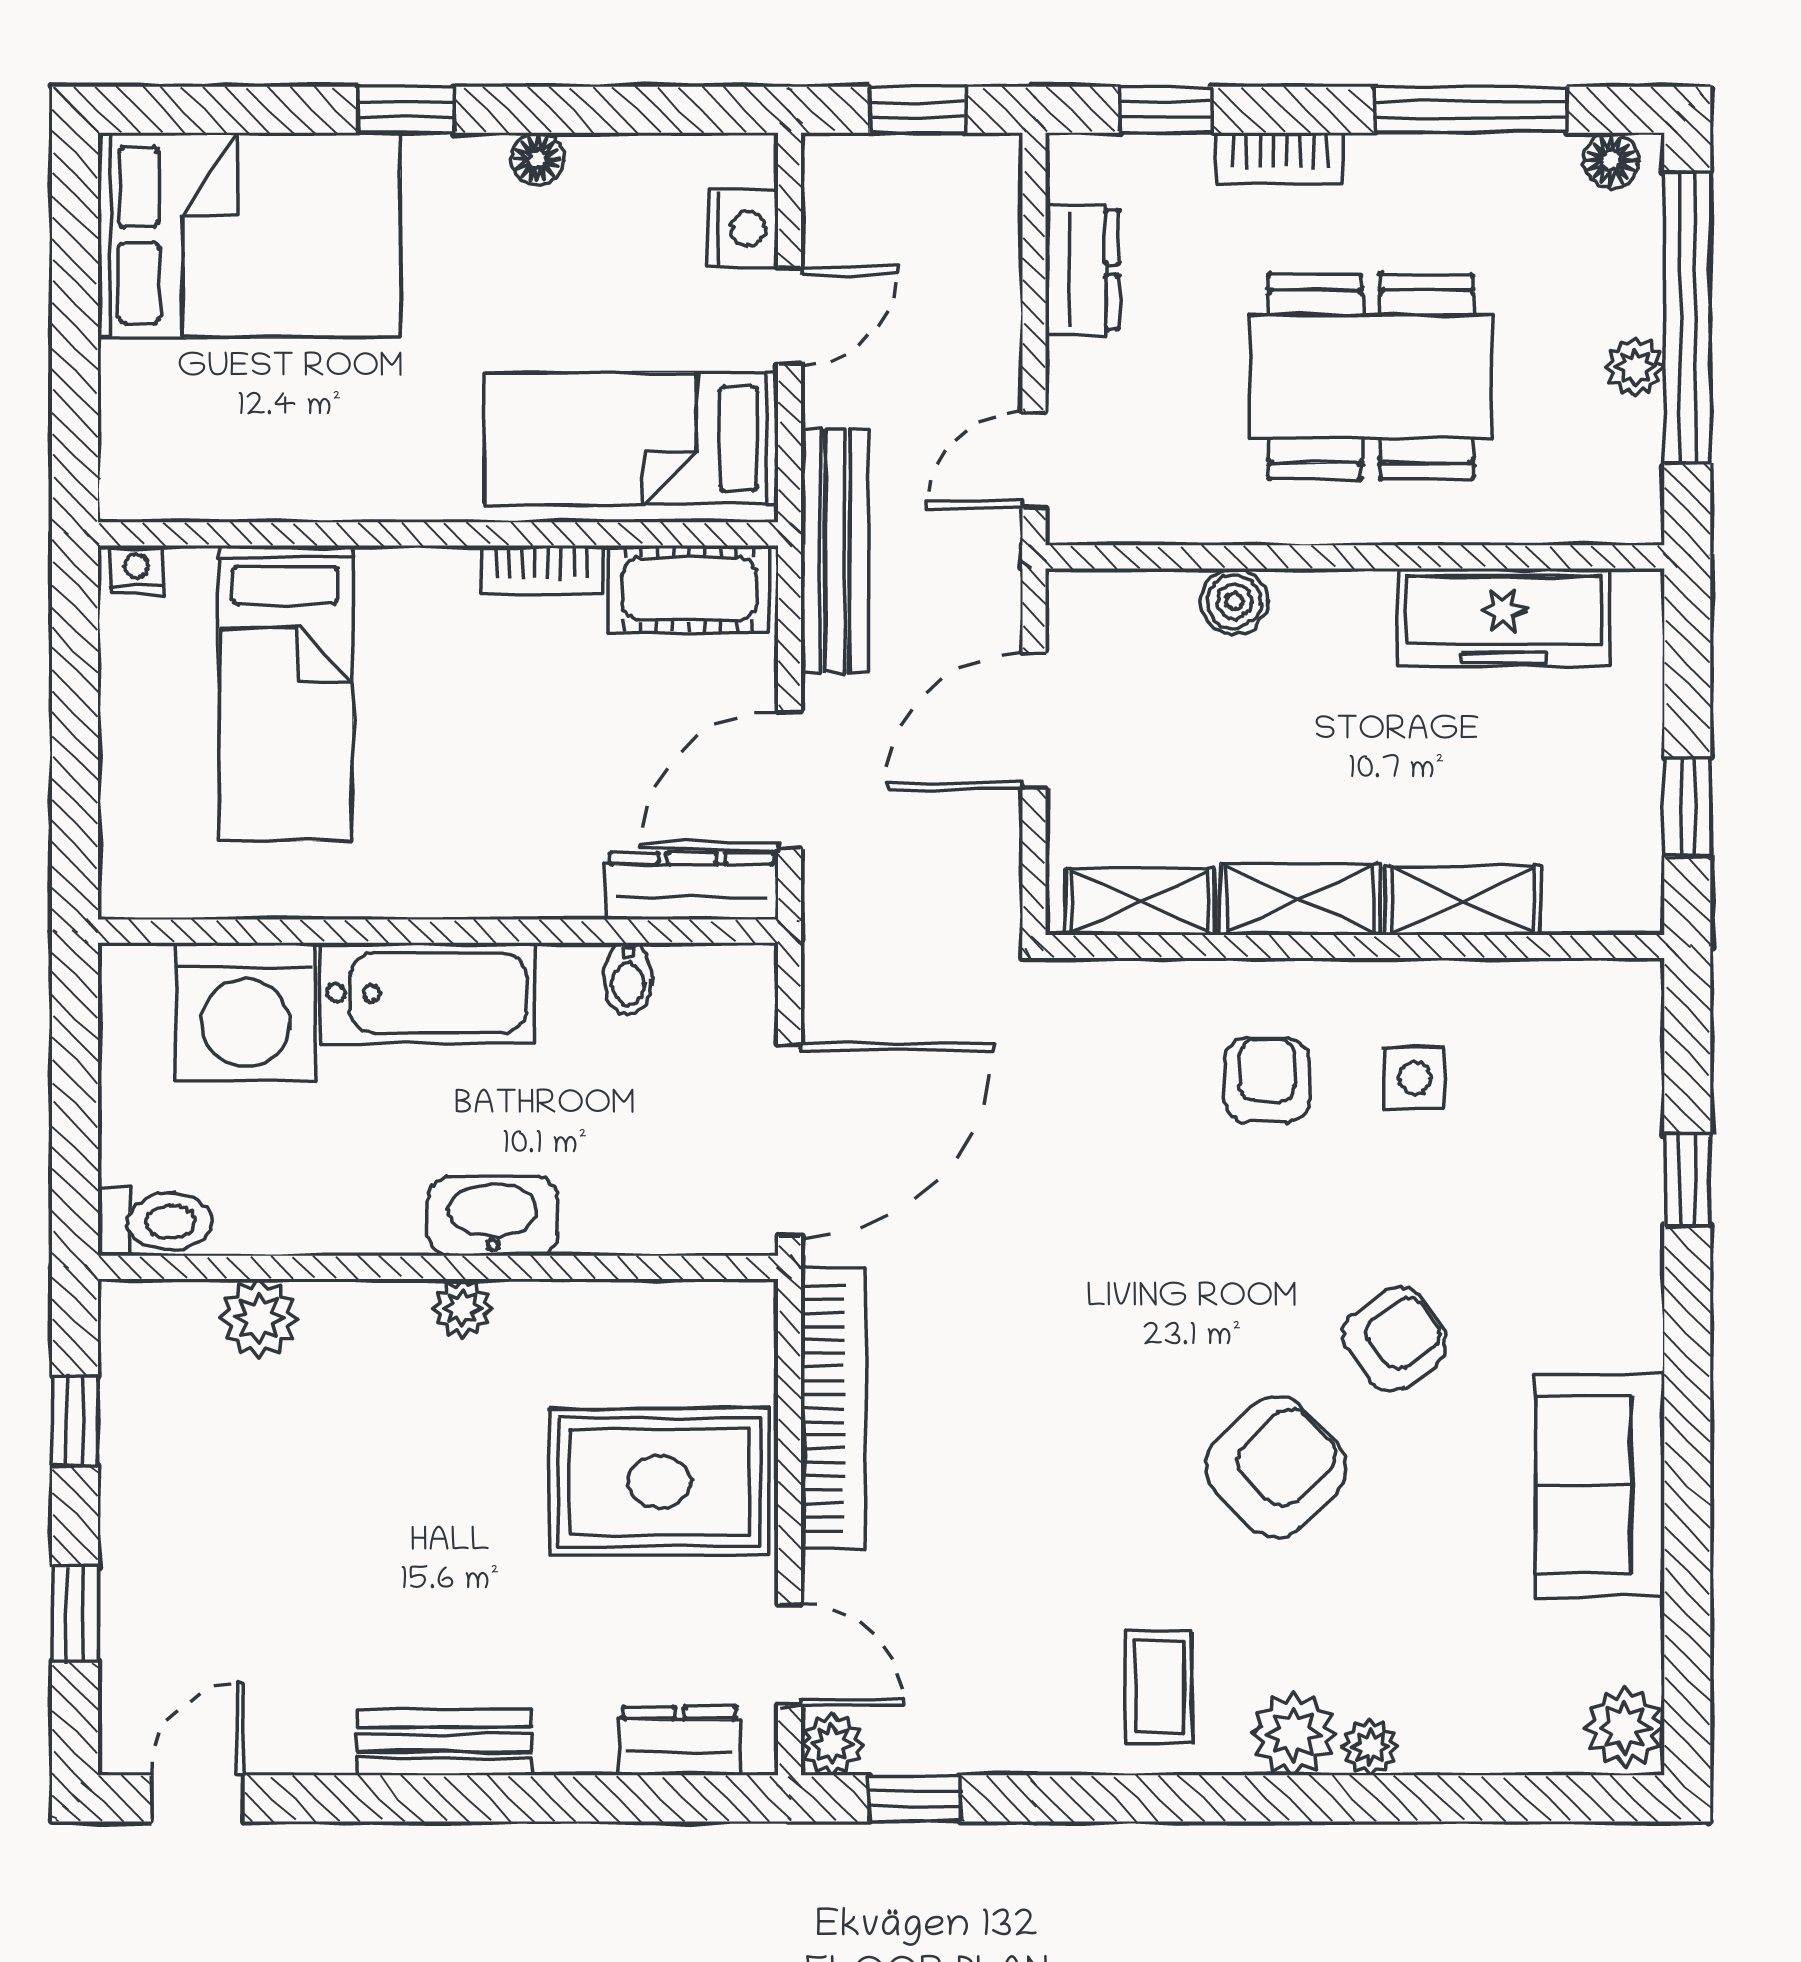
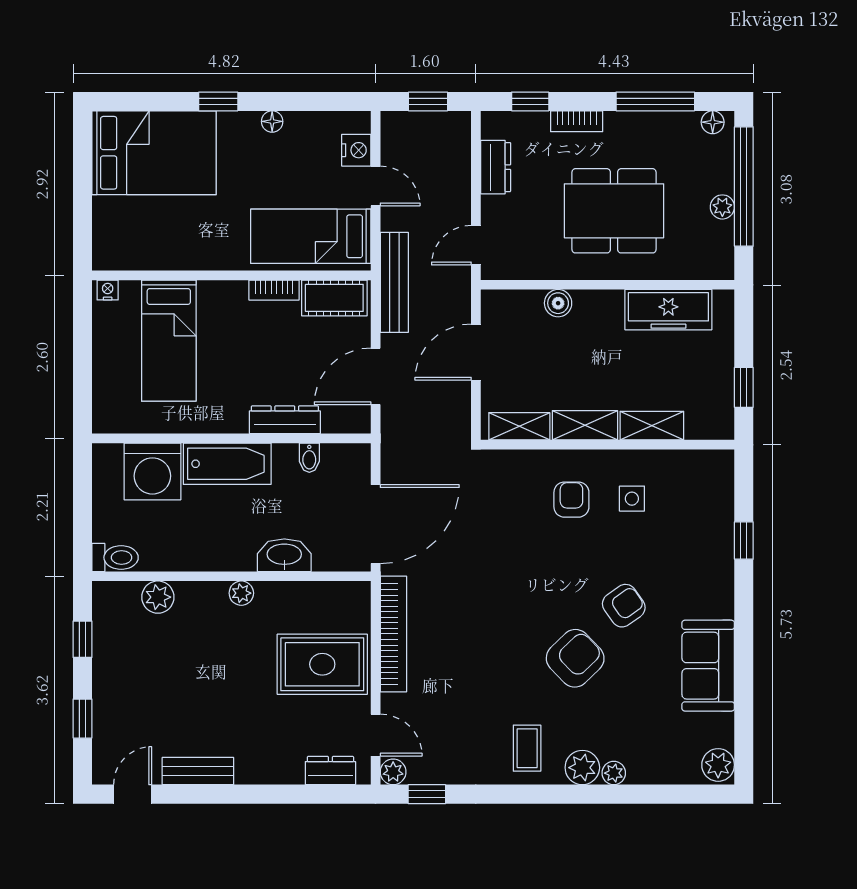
door: (789, 316) -> (376, 186), hinge flipped
dresser: (692, 886) -> (285, 420), moved
washbasin: (493, 1216) -> (284, 555), moved
bench: (444, 1742) -> (198, 771), moved

